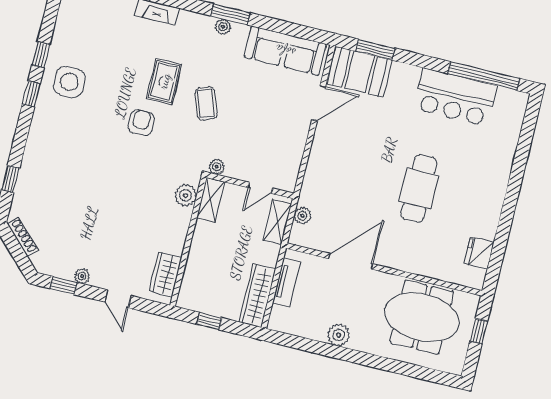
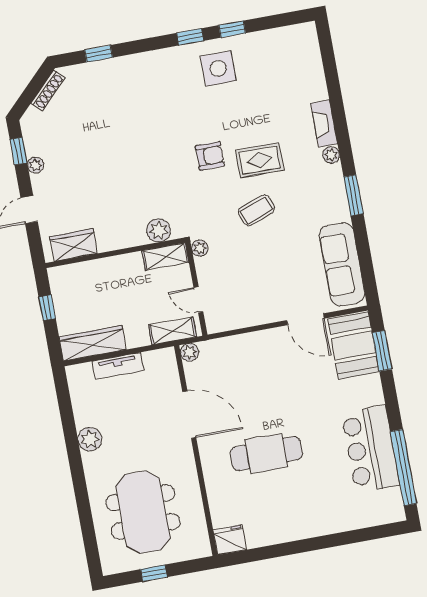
plant: (223, 27) -> (331, 155), moved
door: (351, 261) -> (189, 415), moved
wall: (384, 269) -> (196, 451), moved

